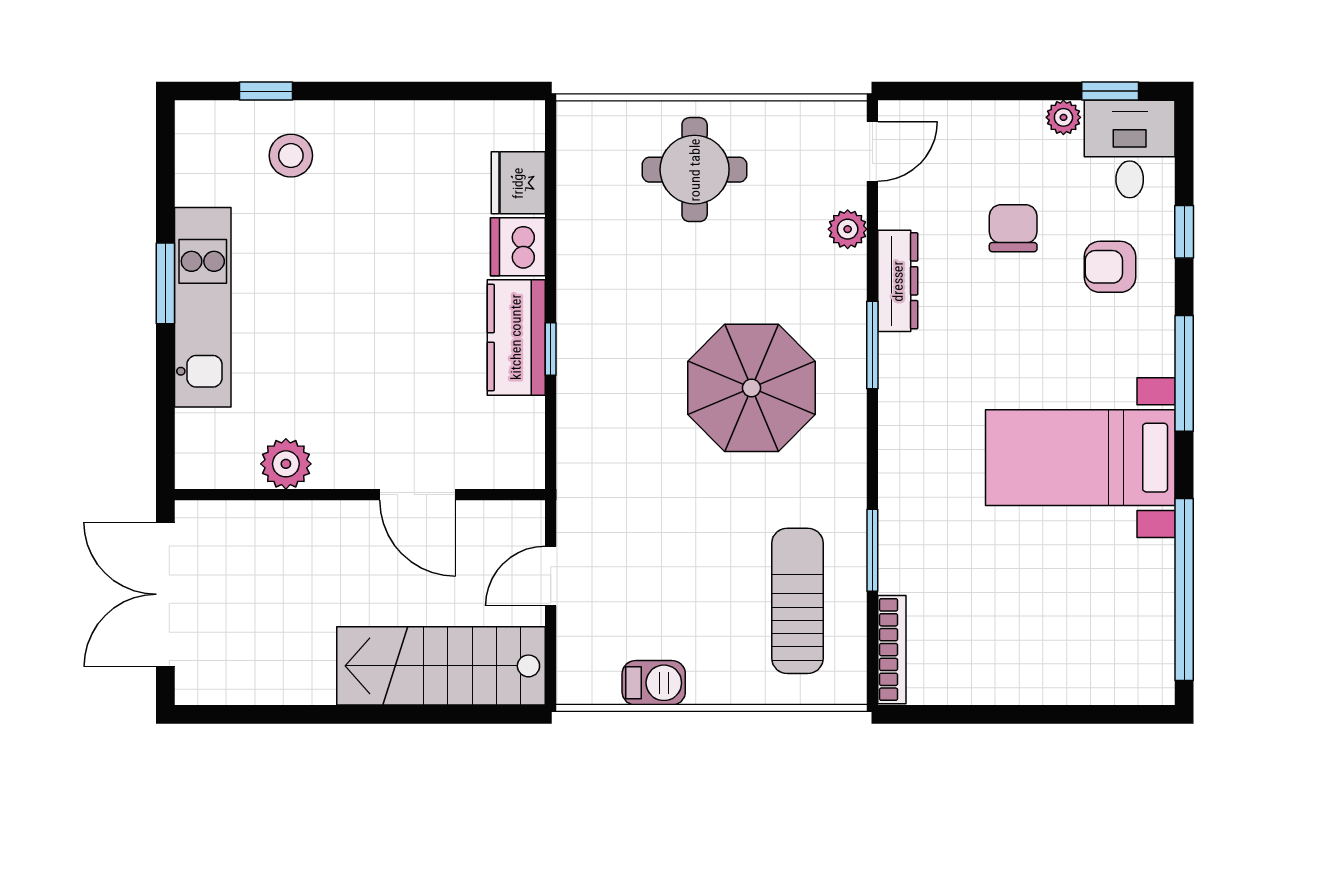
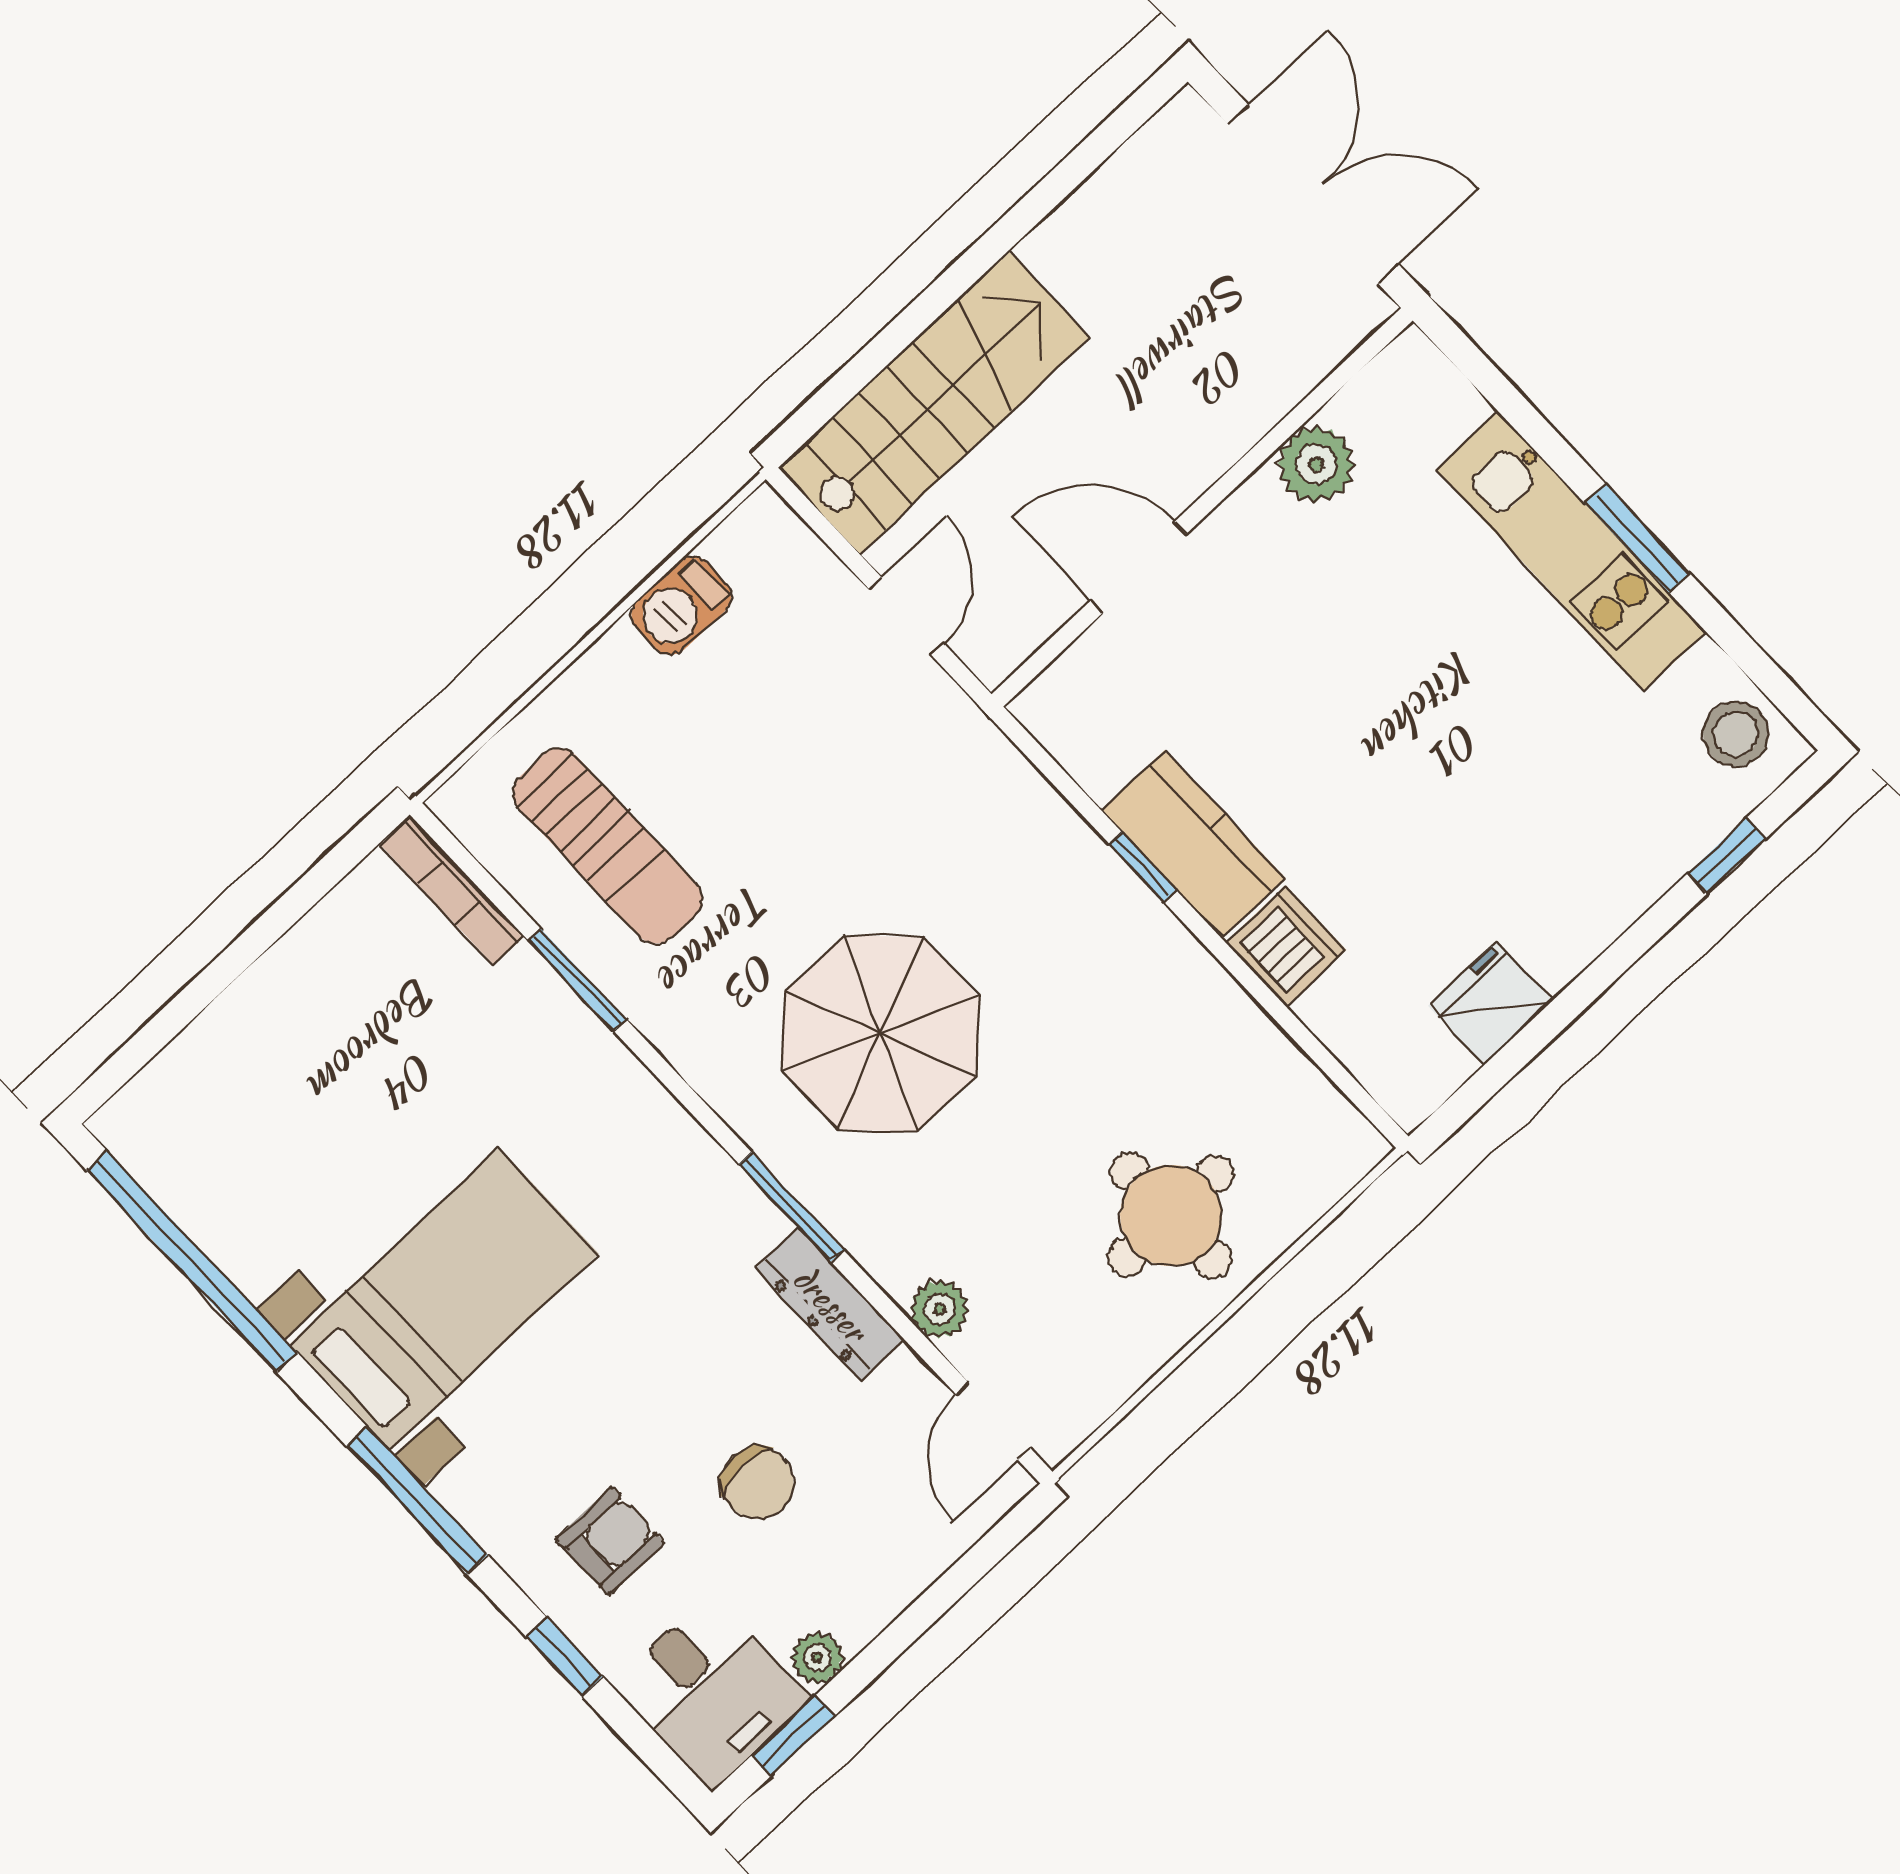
stool: (291, 156) -> (1736, 734), moved
fridge: (518, 183) -> (1491, 1003), moved, turned -90

